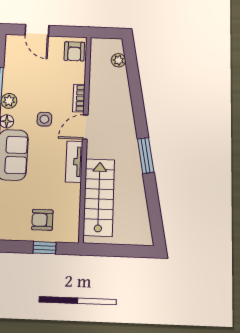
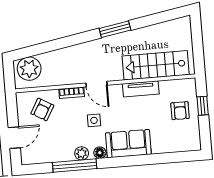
armchair: (74, 51) -> (42, 109), moved, turned 120
plant: (118, 60) -> (29, 69), width x1.88, depth x1.88
tv unit: (74, 162) -> (141, 89), moved

